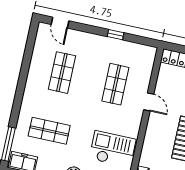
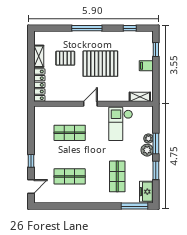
window: (116, 35) -> (31, 161), moved
door: (149, 102) -> (90, 104), moved

